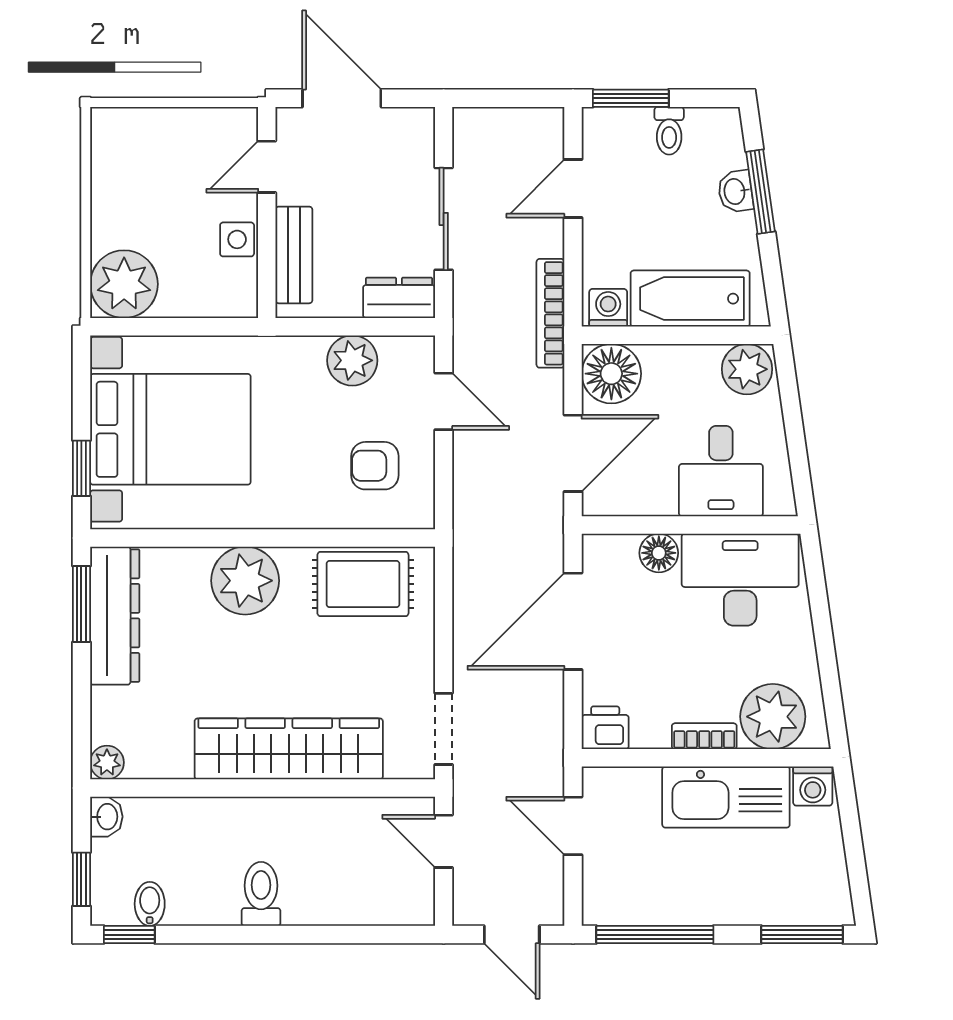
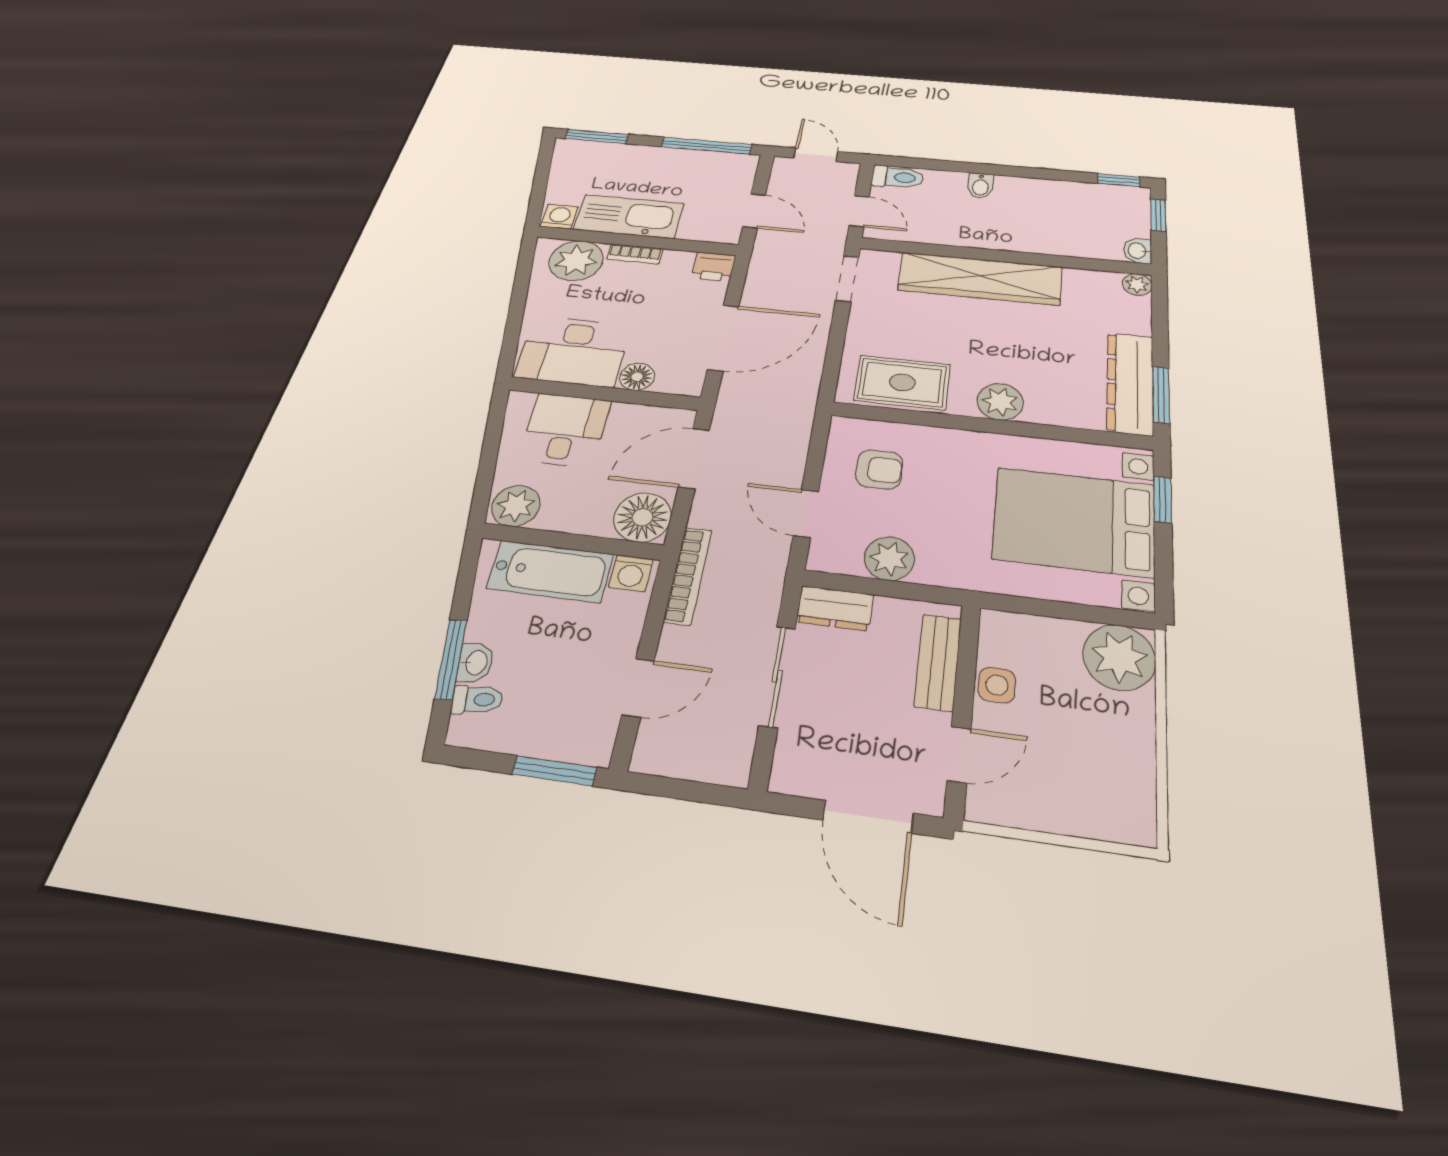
toilet: (669, 131) -> (477, 700), moved, turned 82
plant: (245, 581) -> (1000, 402), width x0.73, depth x0.73
toilet: (261, 894) -> (898, 177), moved, turned -90
bidet: (150, 904) -> (980, 186), moved

